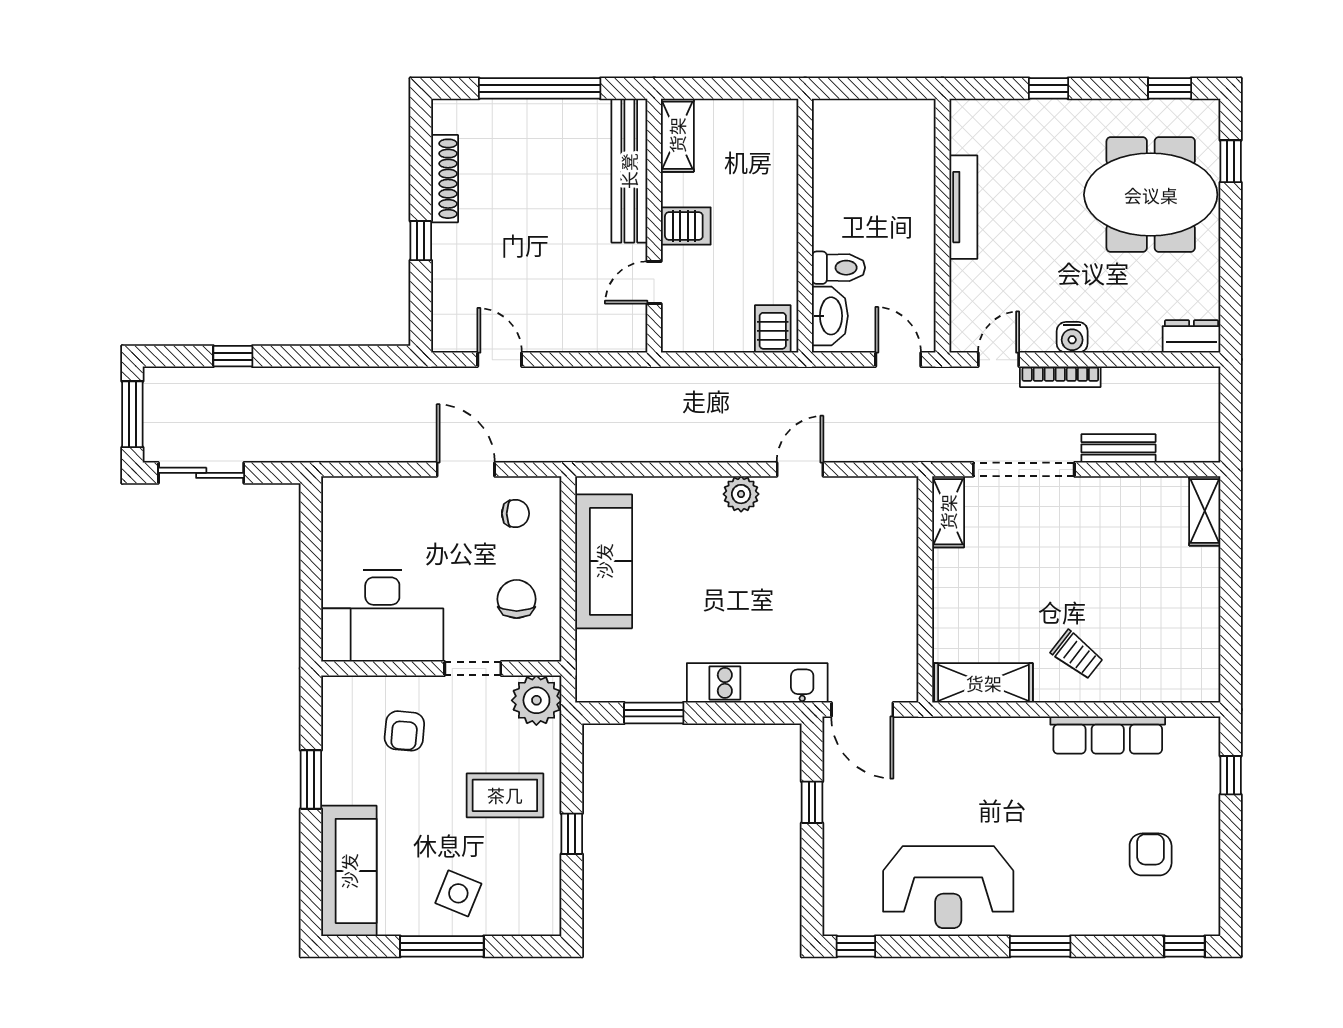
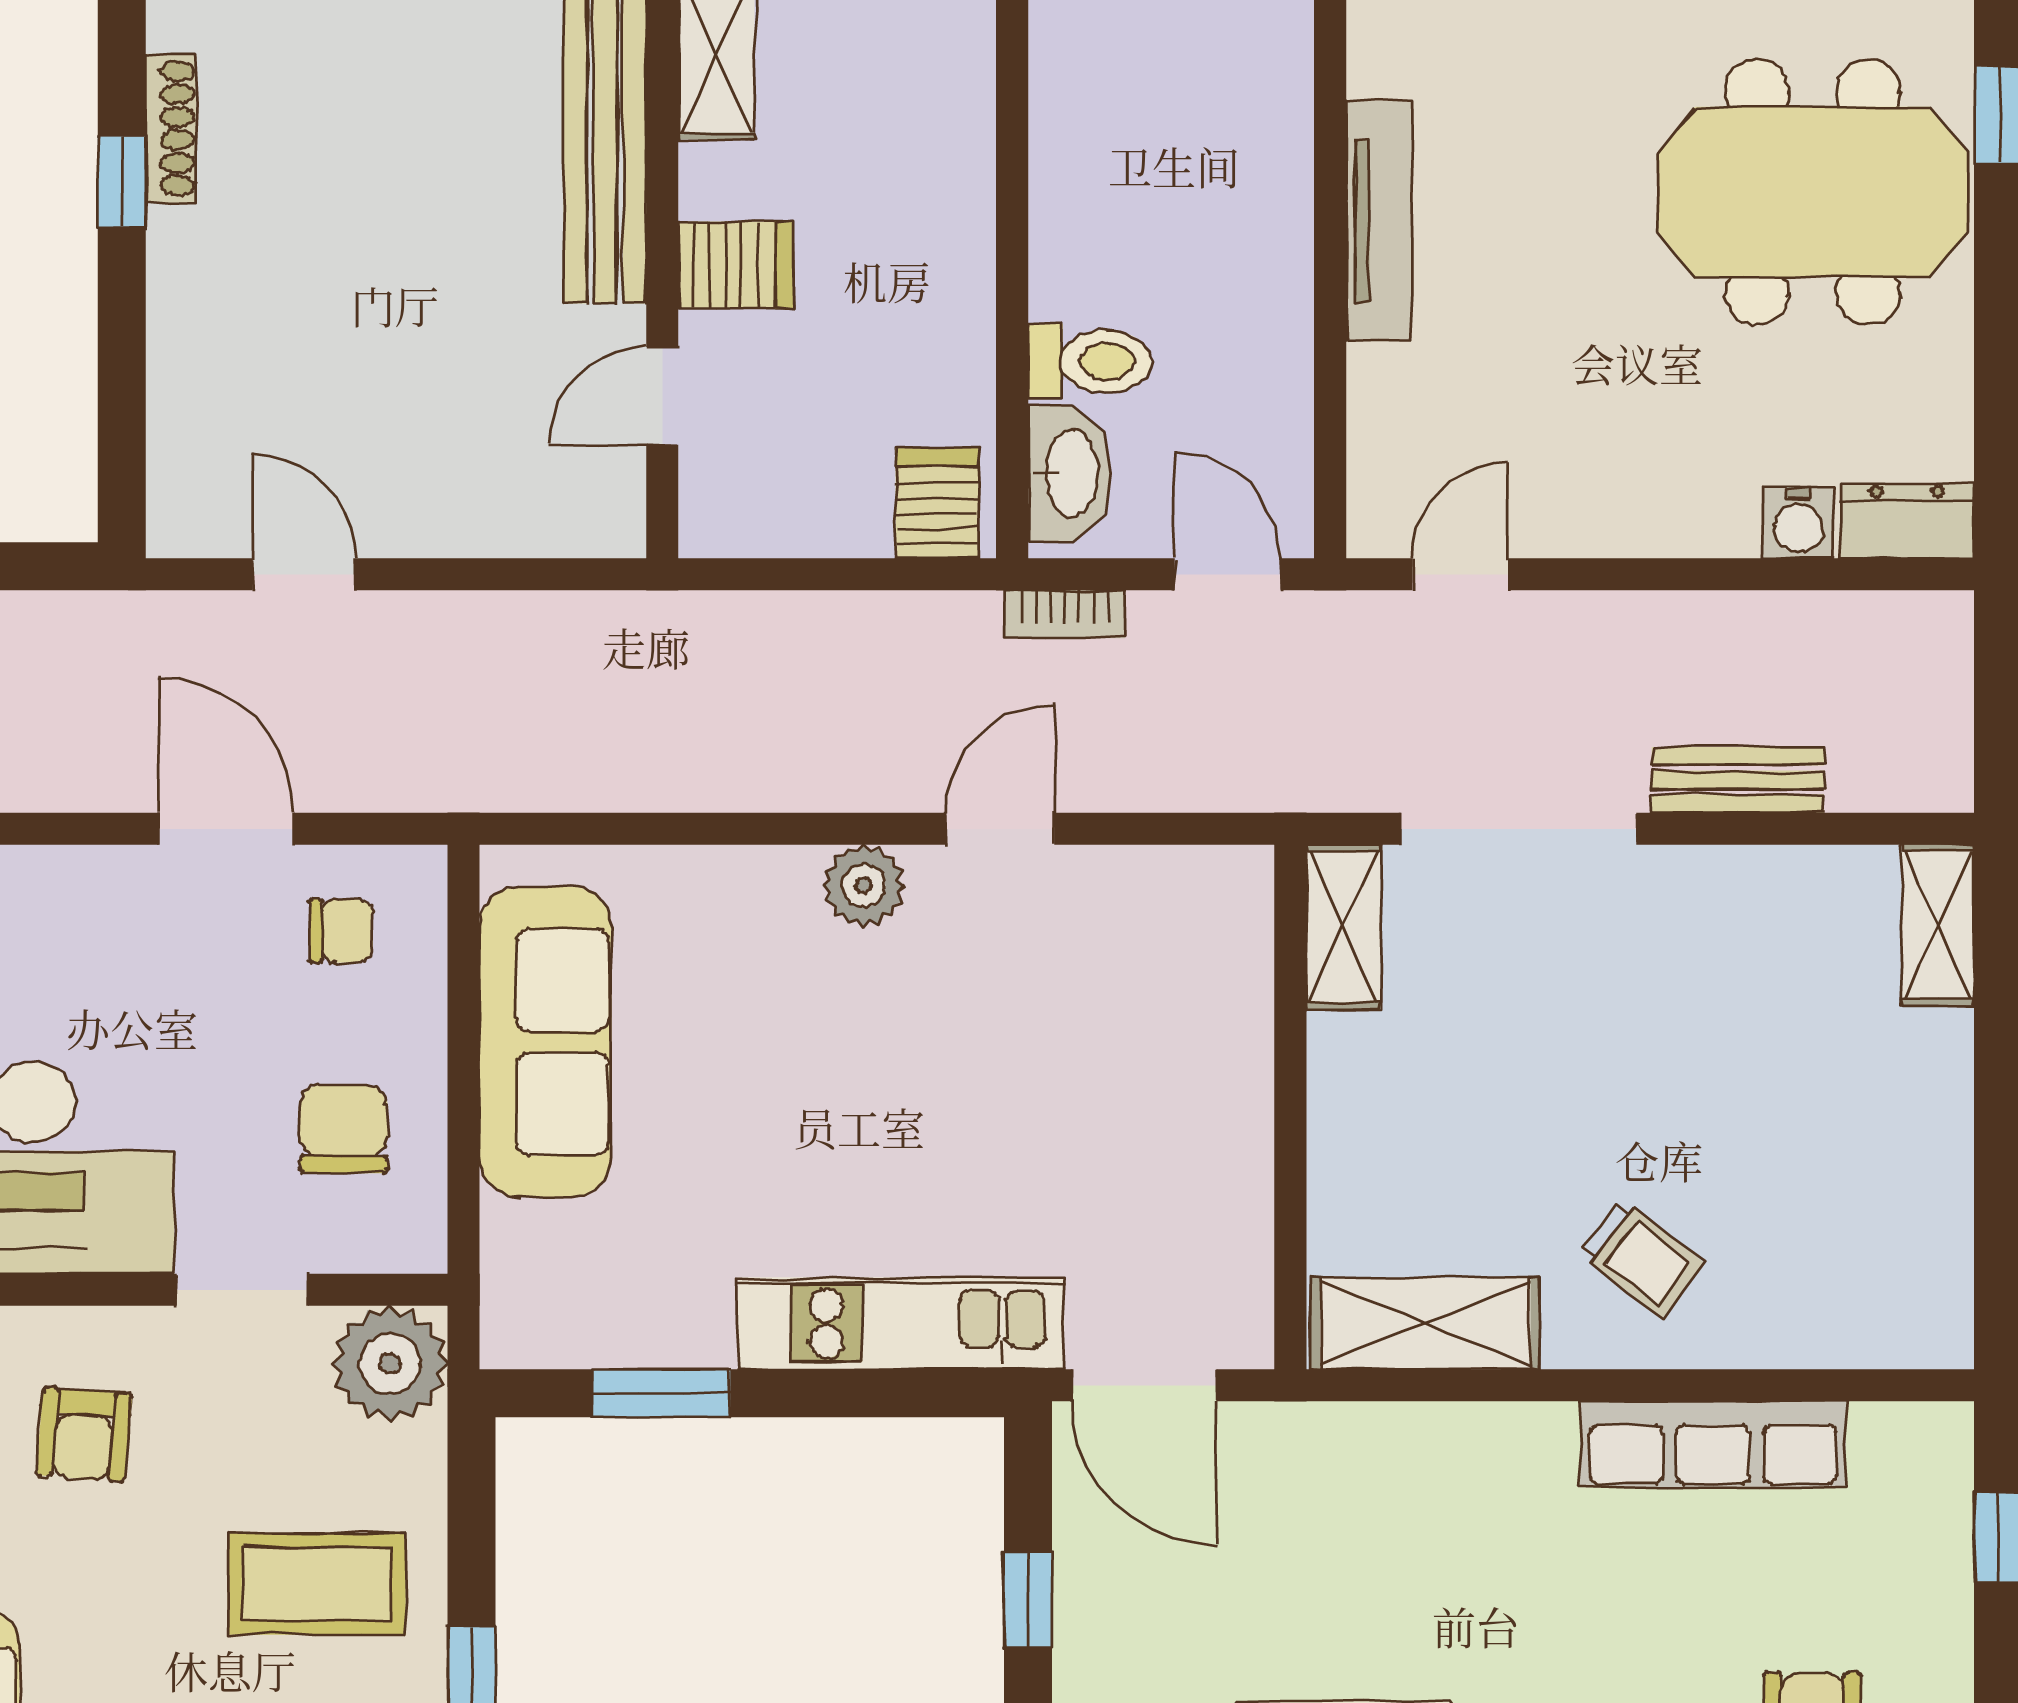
shoe rack: (445, 179) -> (171, 128), width x0.74, depth x0.81
window: (421, 241) -> (122, 182), moved
water cooler: (1072, 337) -> (1798, 523), moved
bookcase: (1060, 377) -> (1065, 614), moved, width x0.64

